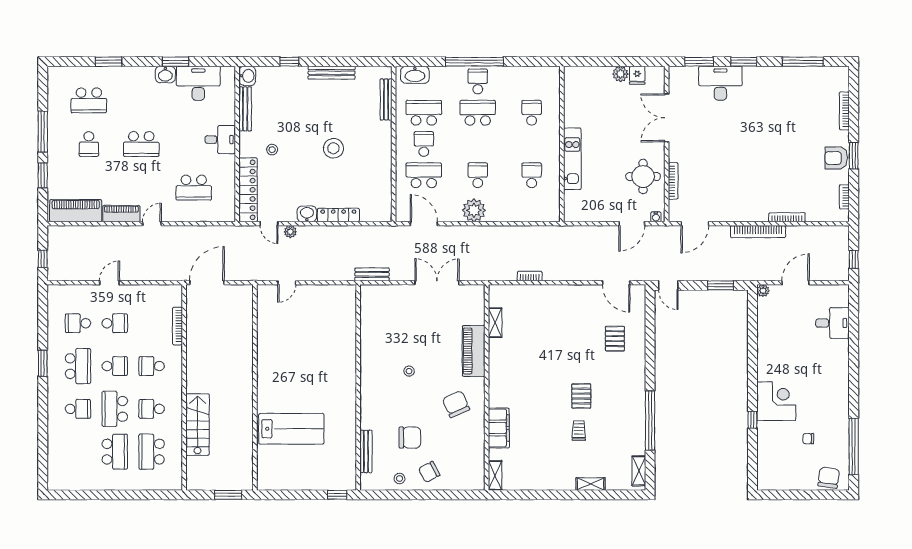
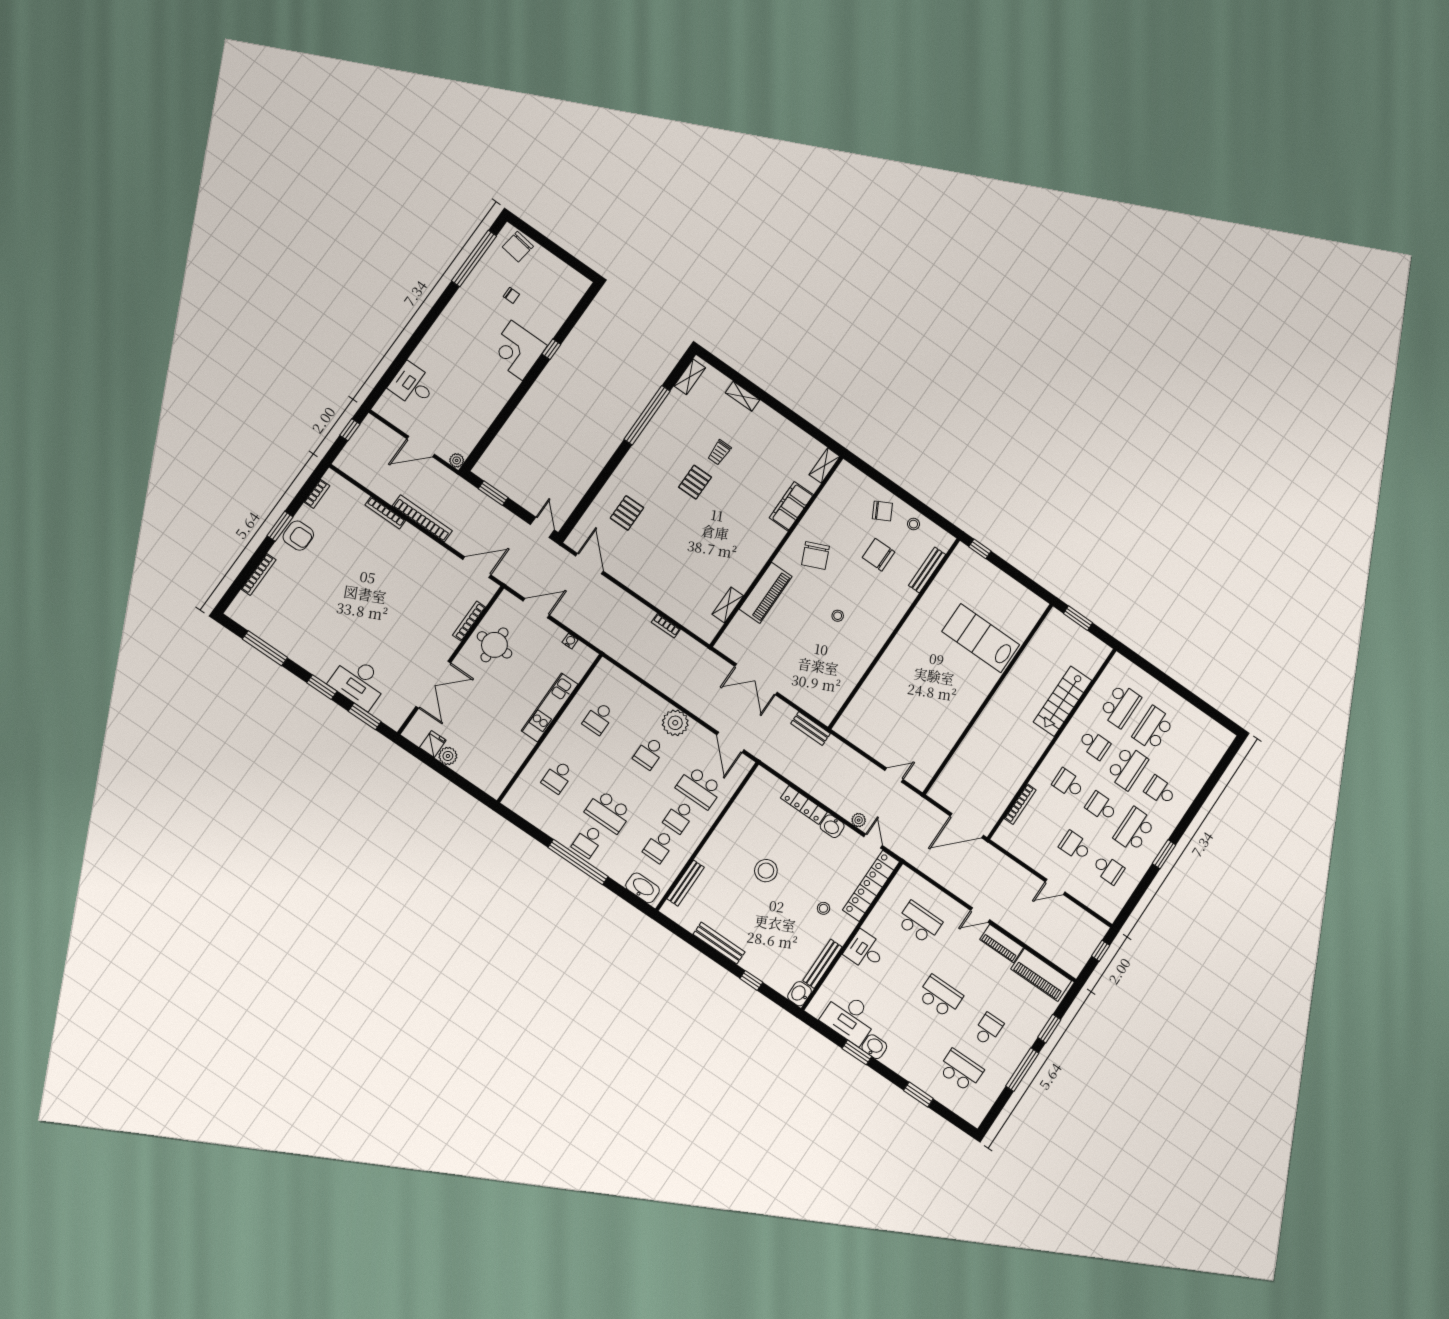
school desk: (424, 113) -> (659, 846), width x0.54
water cooler: (656, 217) -> (570, 641), moved
school desk: (152, 366) -> (1068, 784), turned 180

